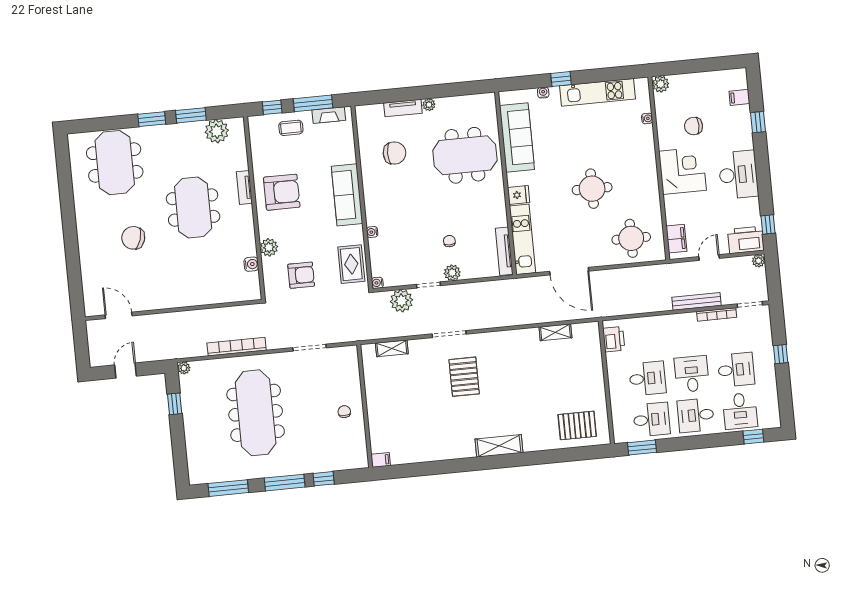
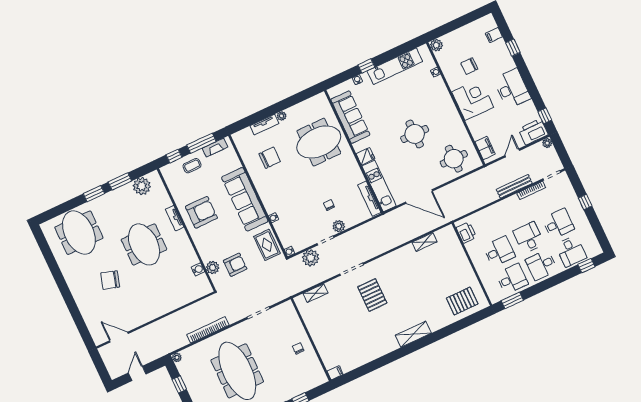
sofa: (347, 195) -> (245, 199), width x1.36, depth x1.27
plant: (269, 247) -> (213, 268), moved

